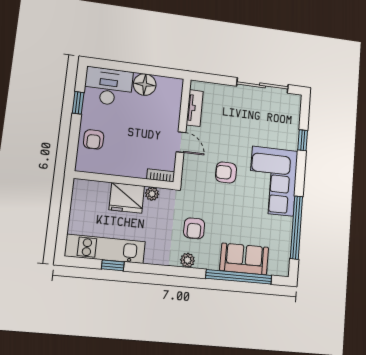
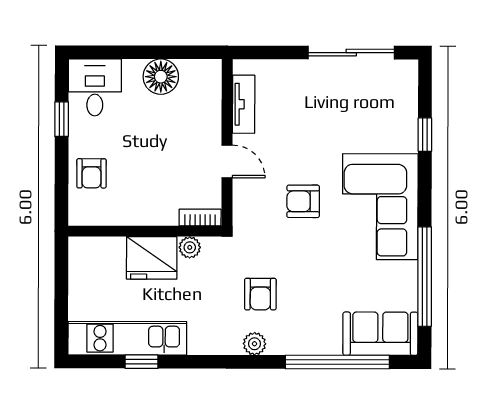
desk: (108, 87) -> (95, 87), width x0.73
sofa: (244, 259) -> (380, 334), moved

